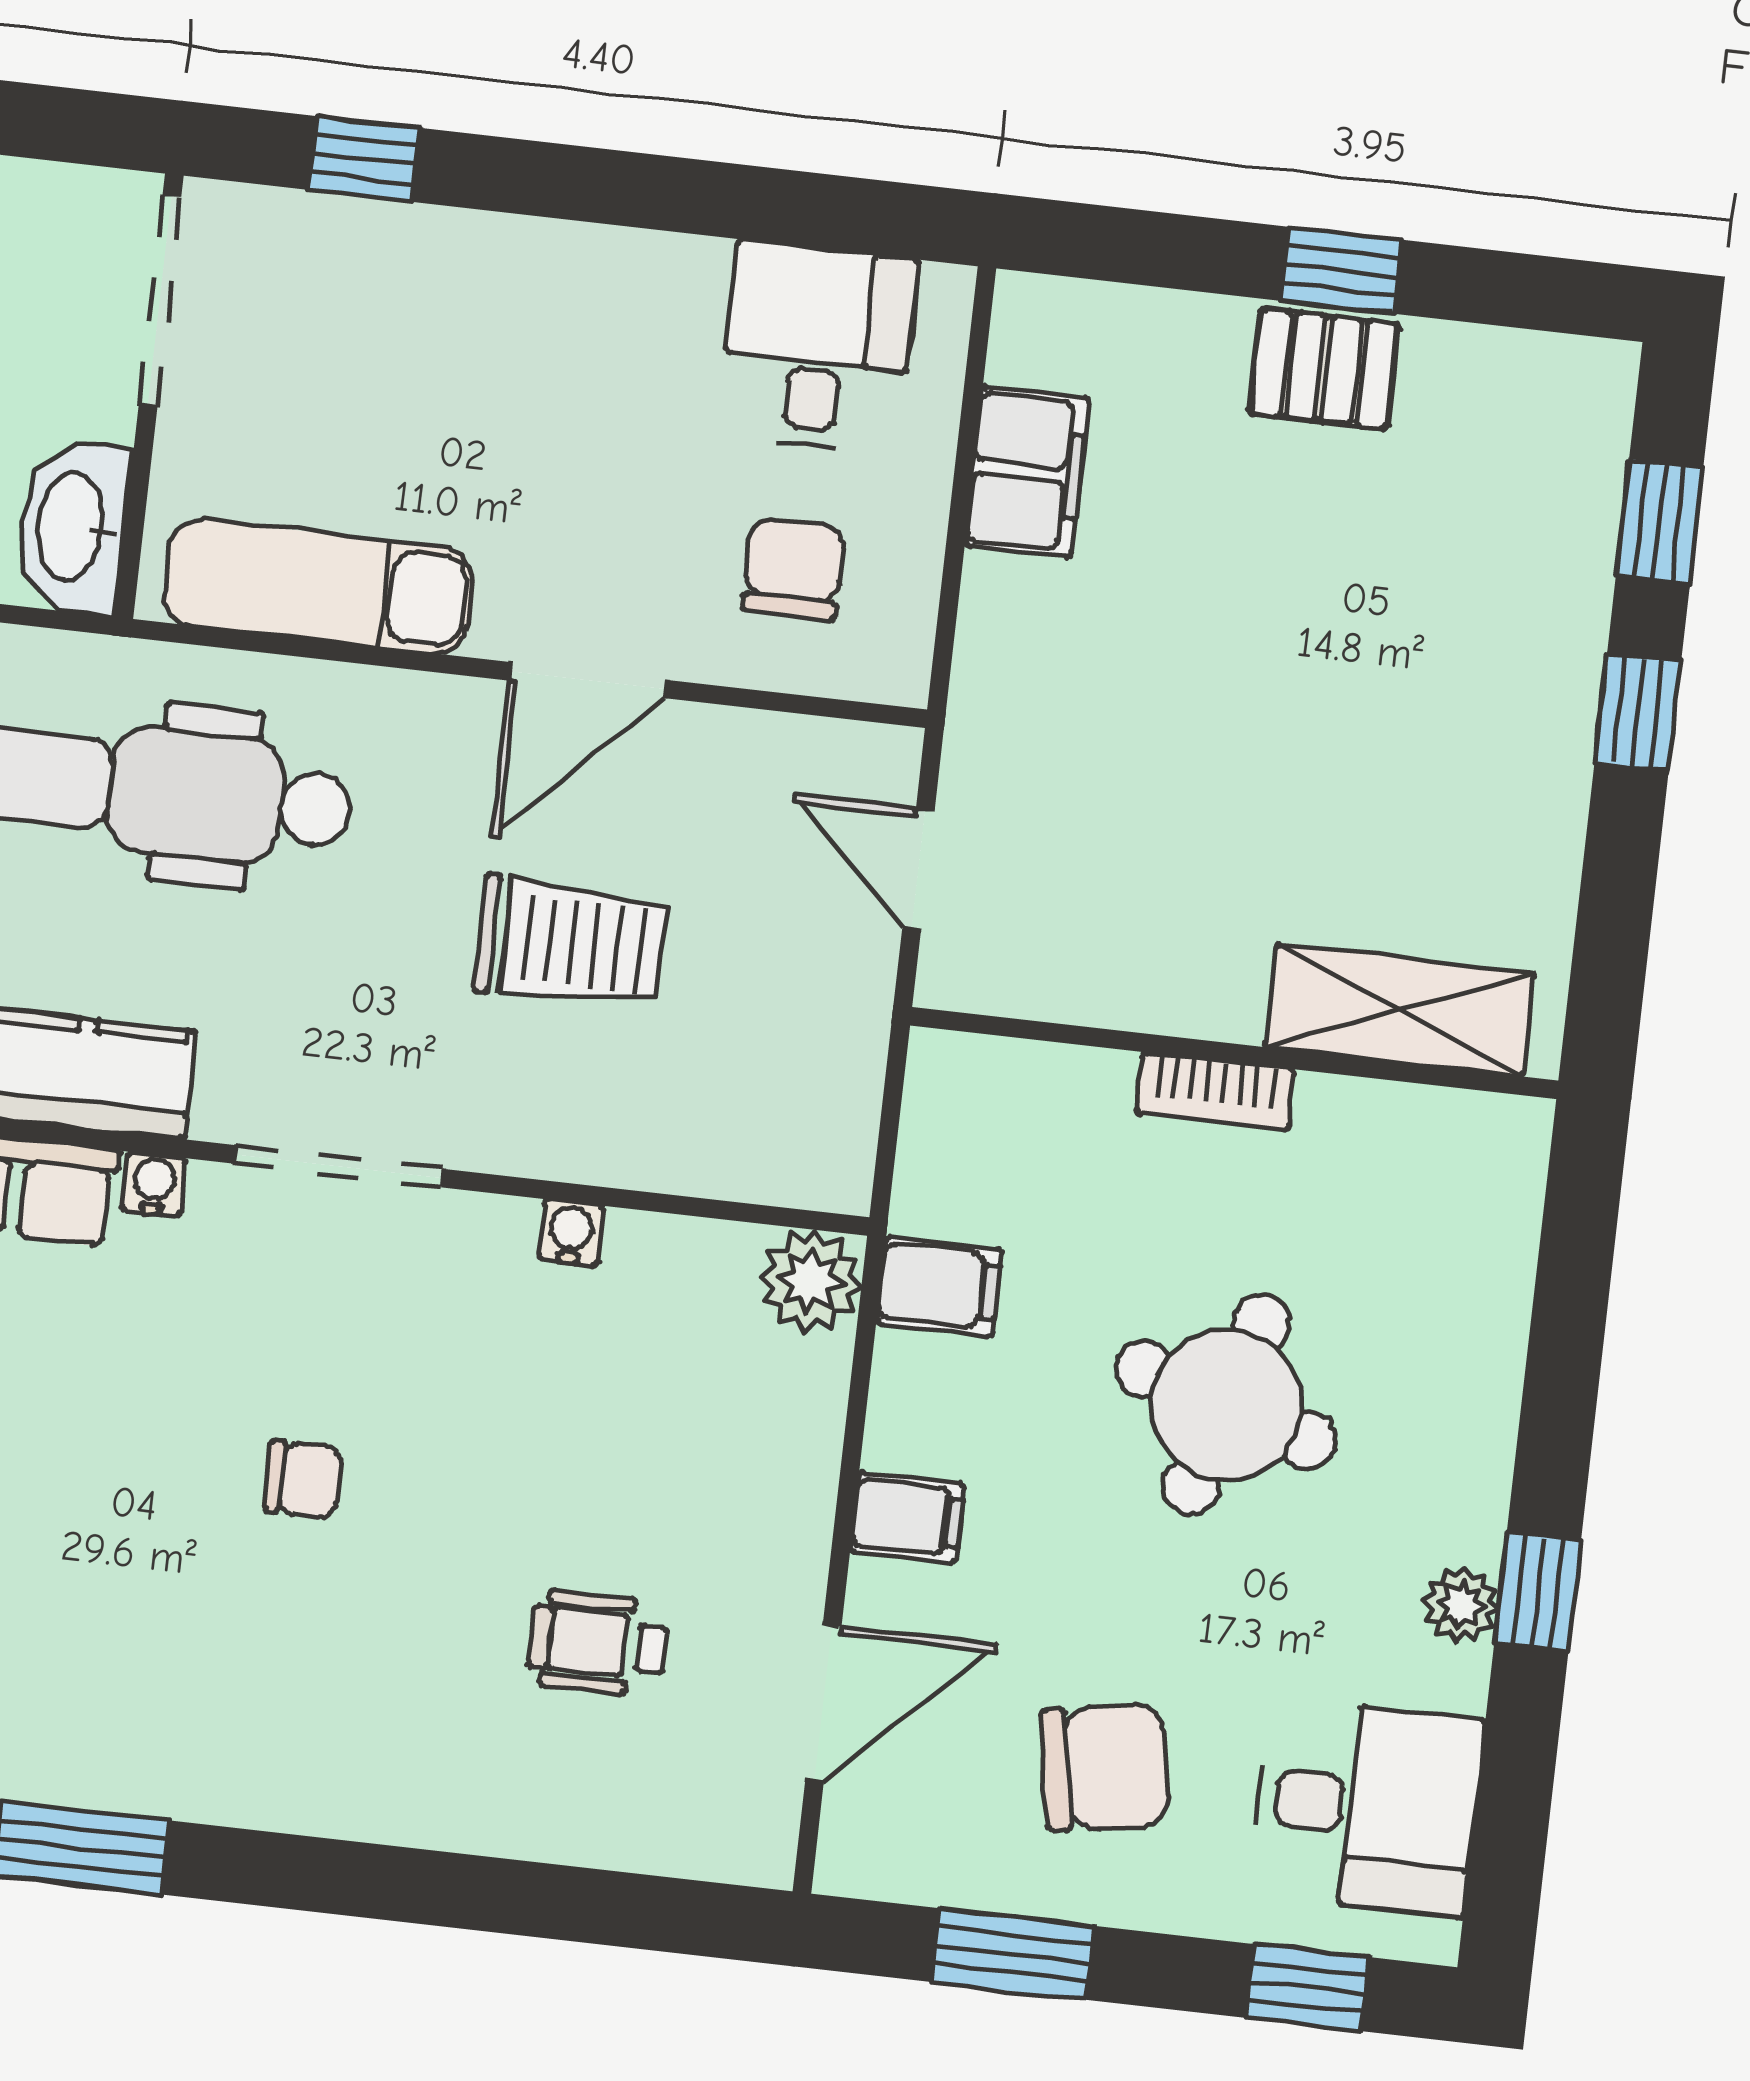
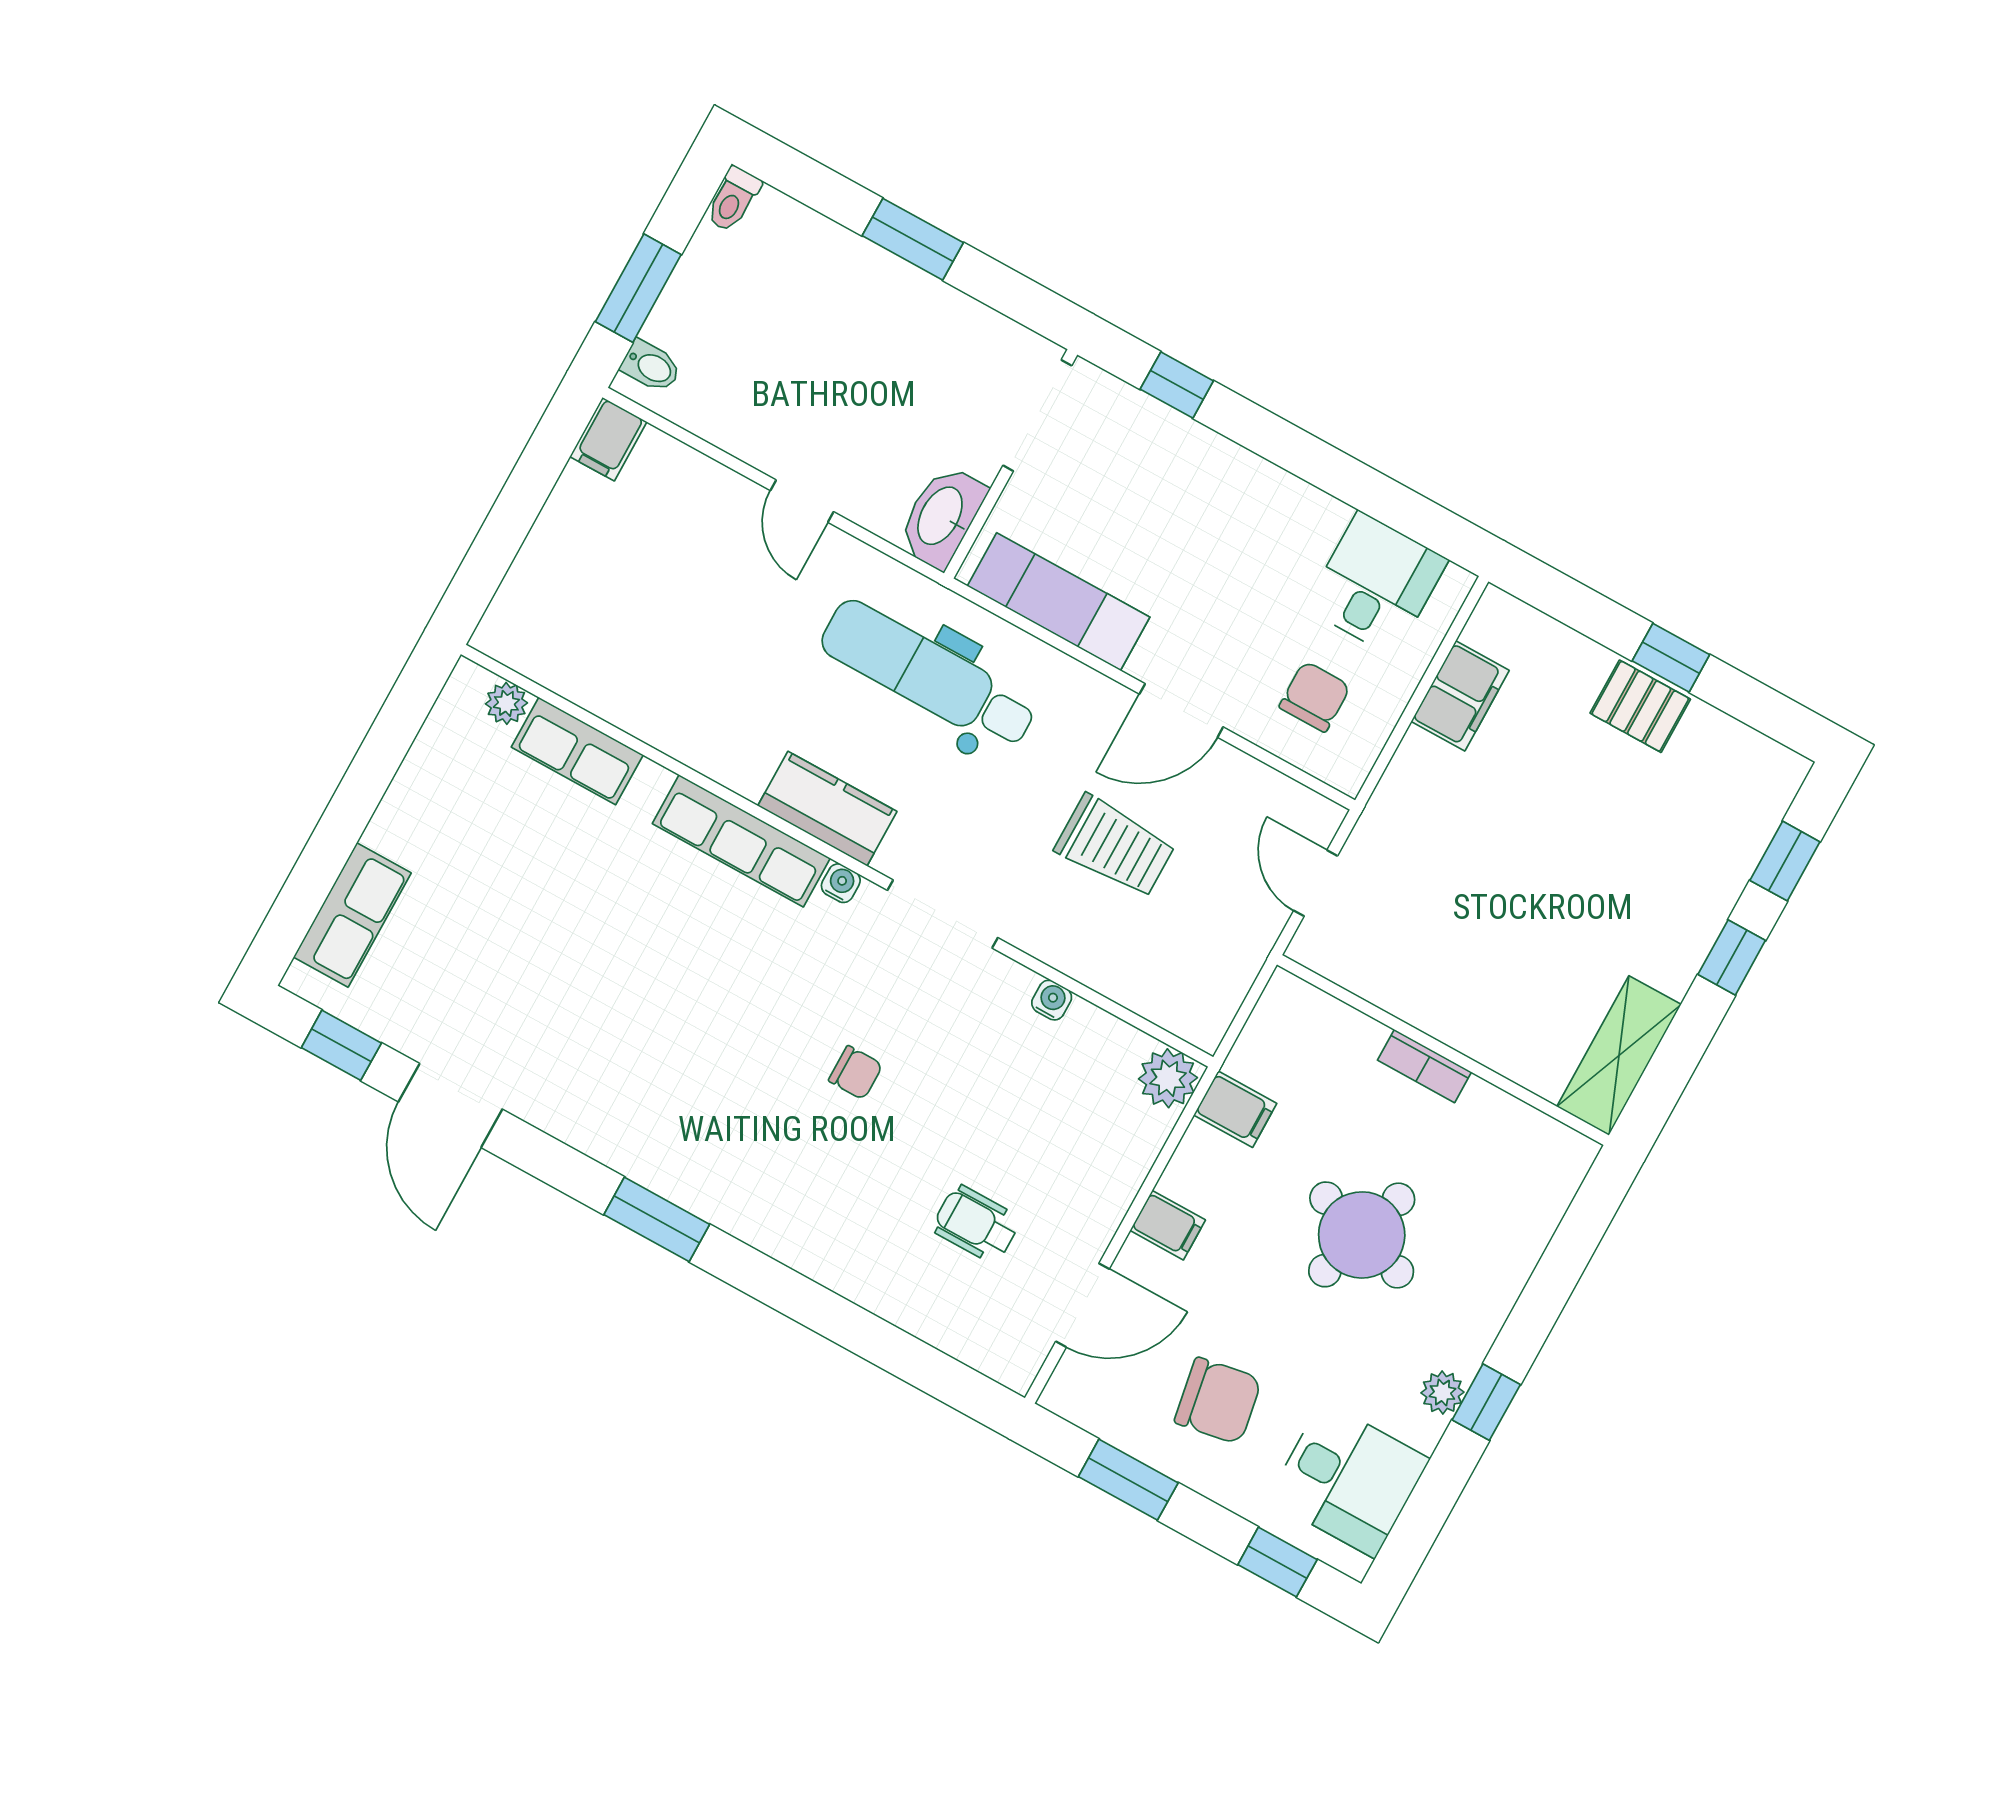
shelving: (1400, 1010) -> (1619, 1056), moved, turned 90

